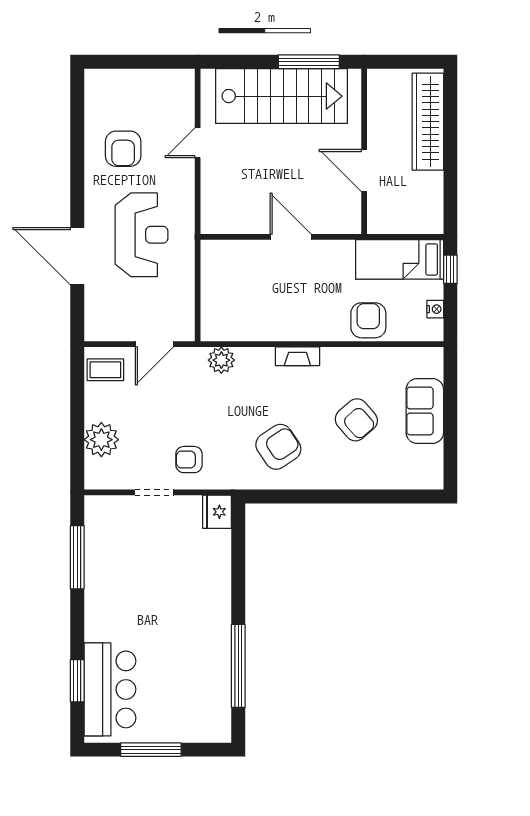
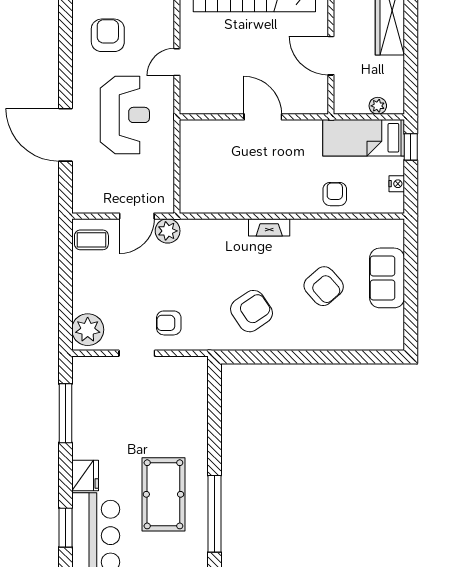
door: (198, 143) -> (177, 62), moved
armchair: (123, 149) -> (108, 35), turned 180
plant: (415, 225) -> (378, 106), added
armchair: (368, 320) -> (335, 194), width x0.72, depth x0.72
plant: (221, 360) -> (168, 231), moved
plant: (101, 440) -> (88, 330), moved
fridge: (217, 512) -> (85, 475), moved, turned 180
pool table: (183, 645) -> (163, 494), added

